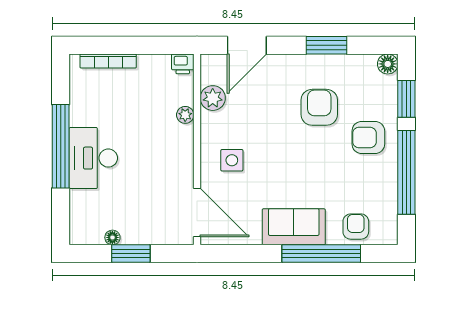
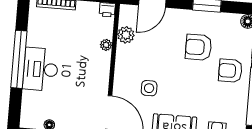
armchair: (319, 107) -> (198, 47), turned -90
side table: (232, 160) -> (149, 88), moved

